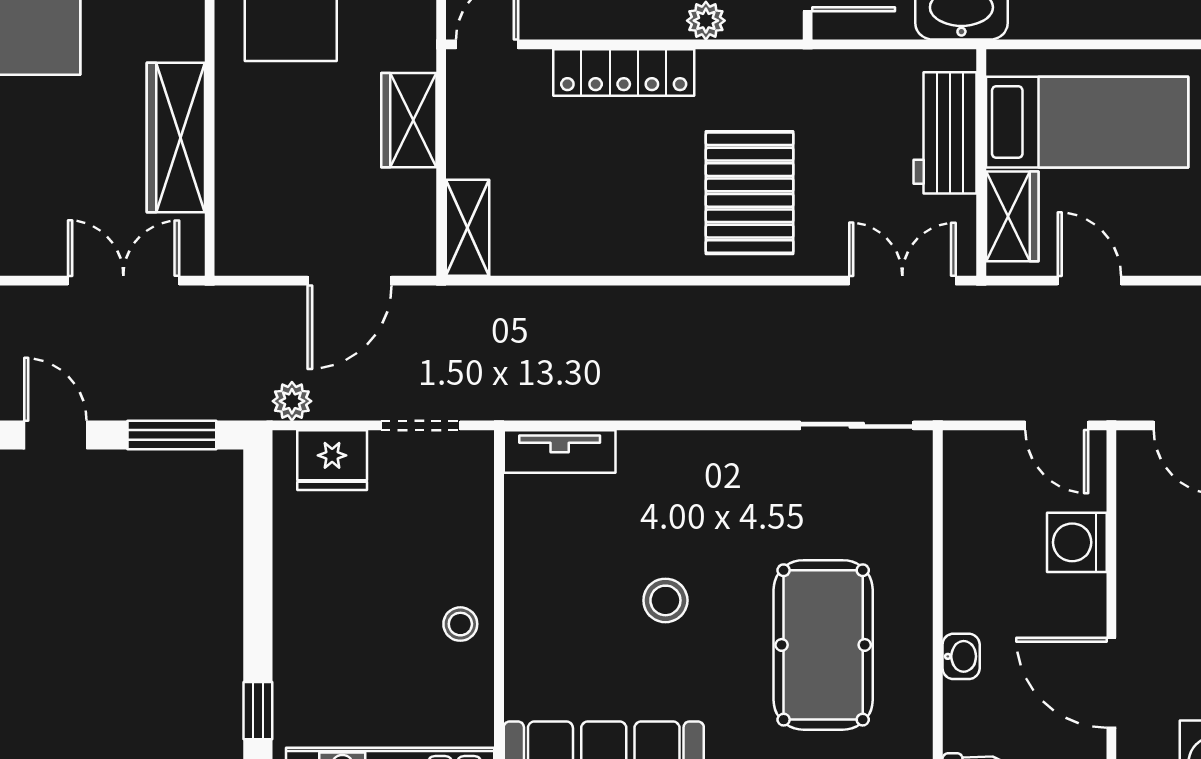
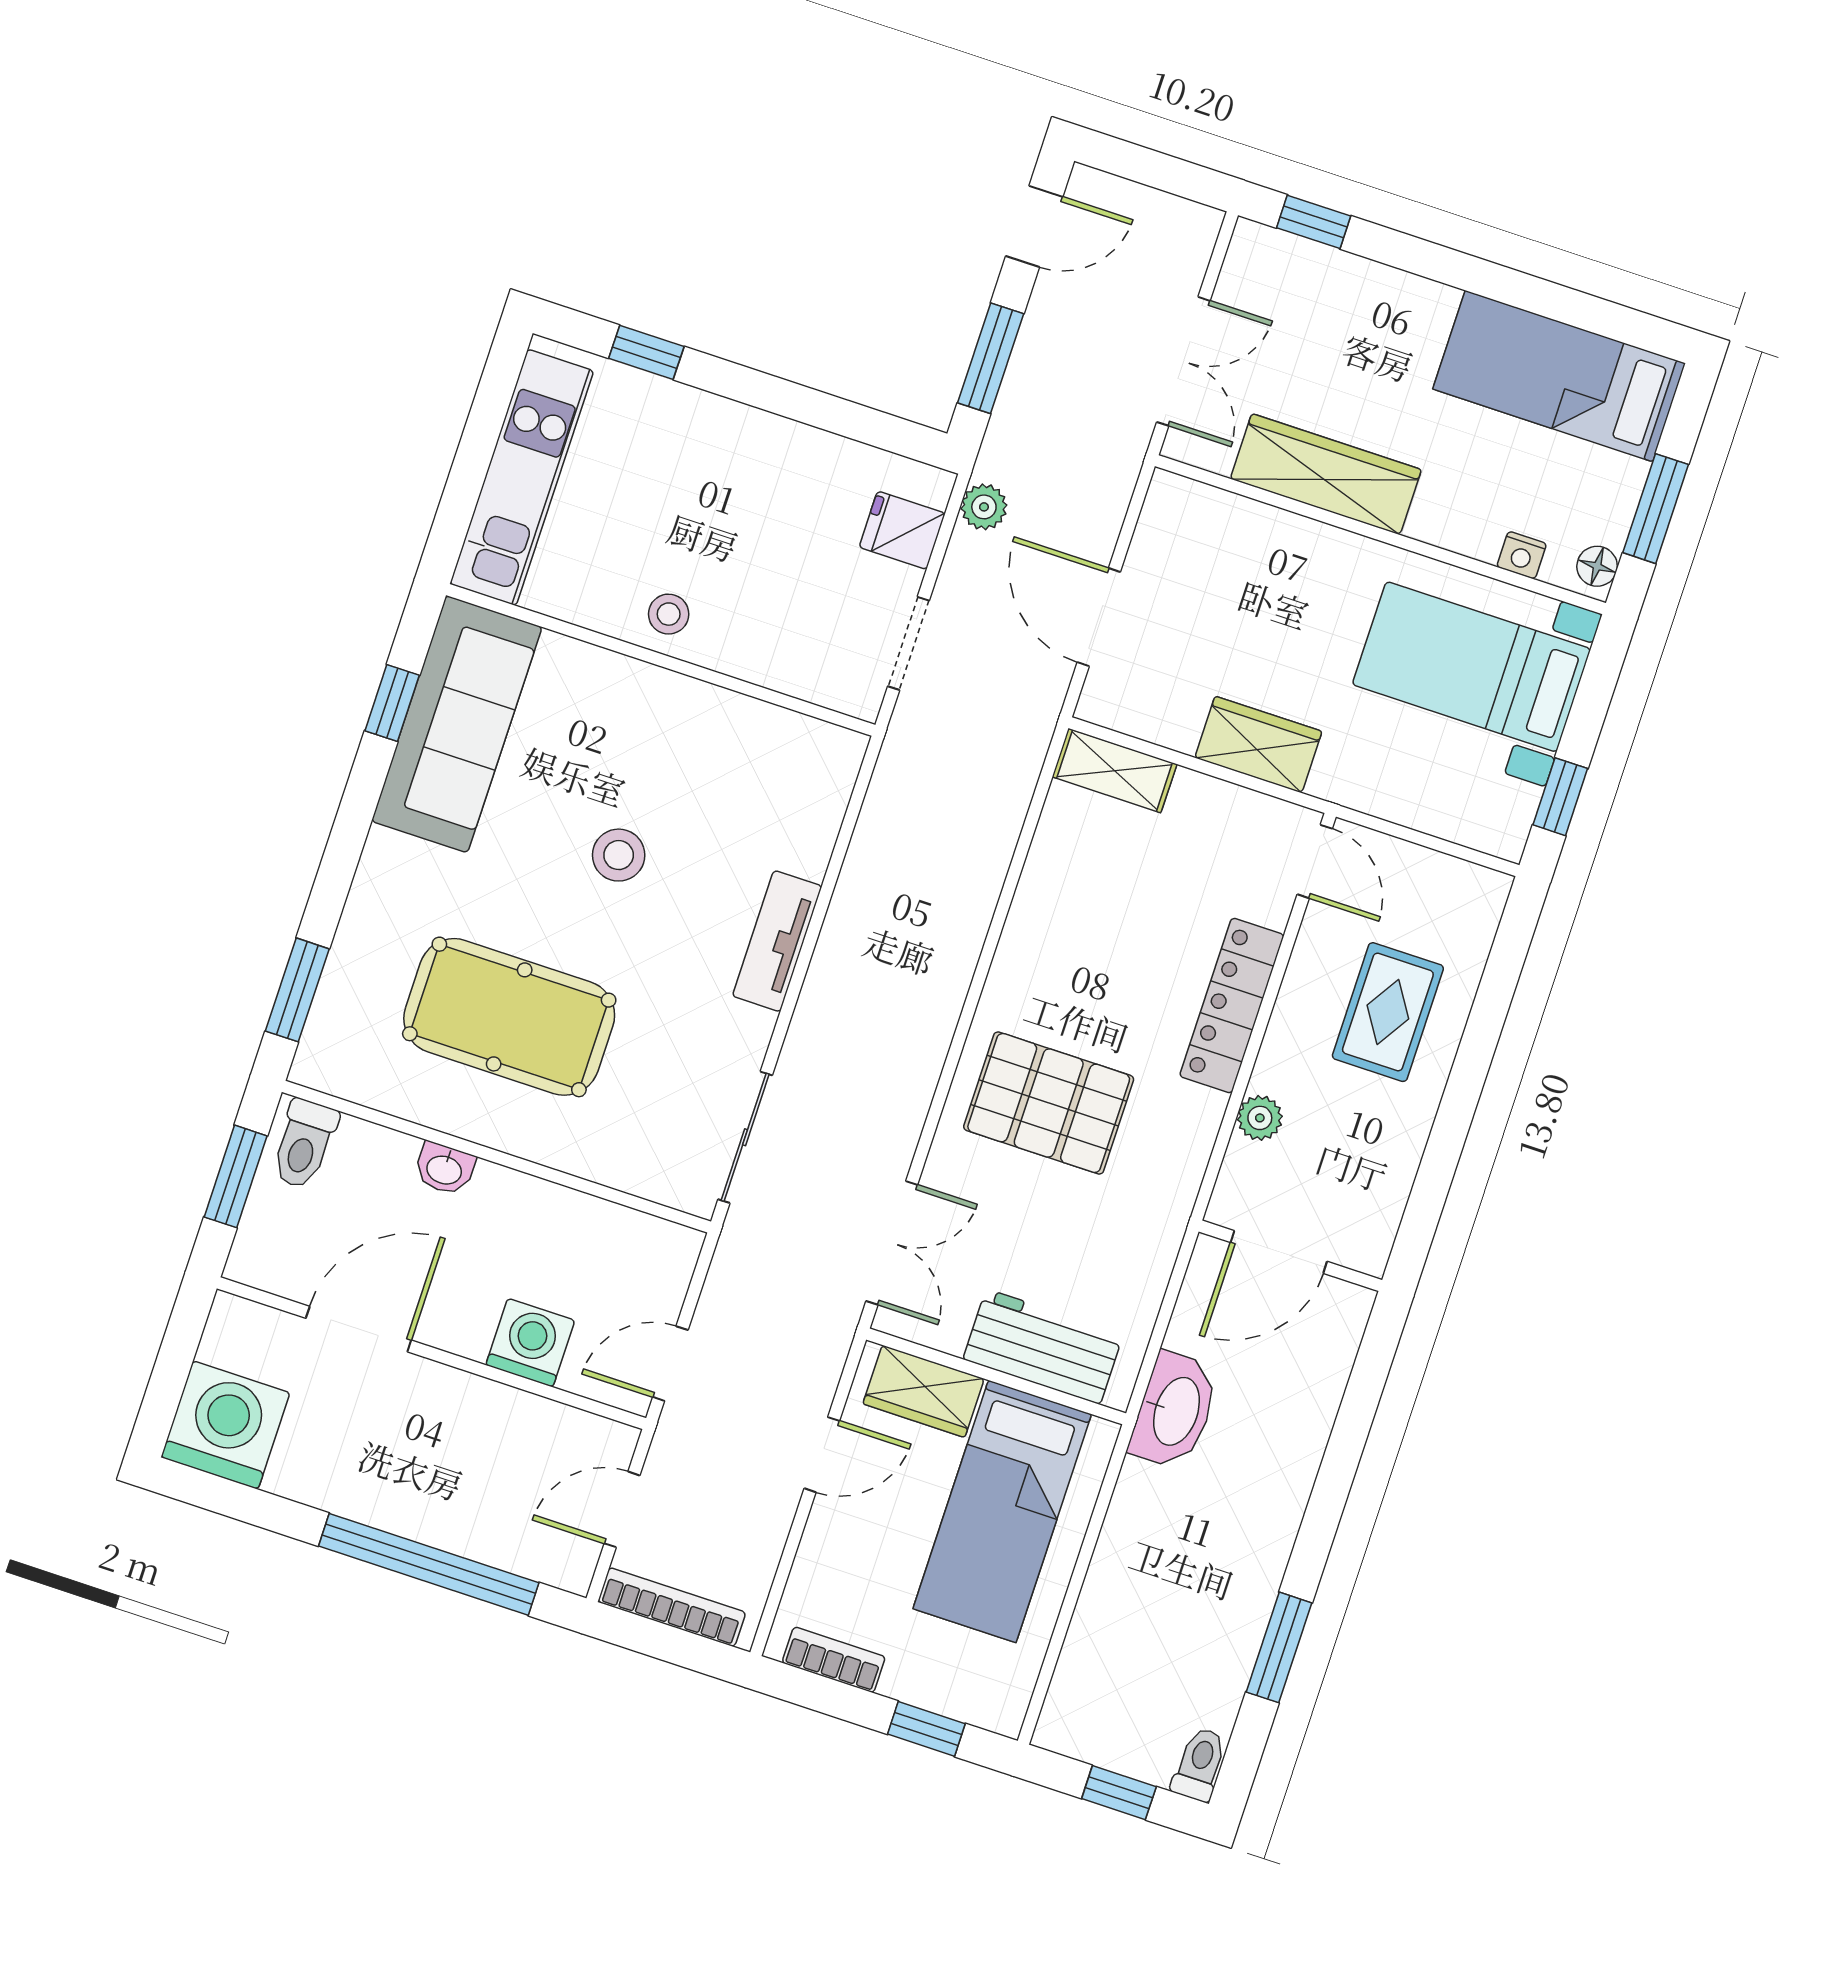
tv unit: (560, 451) -> (777, 941), moved
fridge: (332, 460) -> (902, 530), width x0.72

